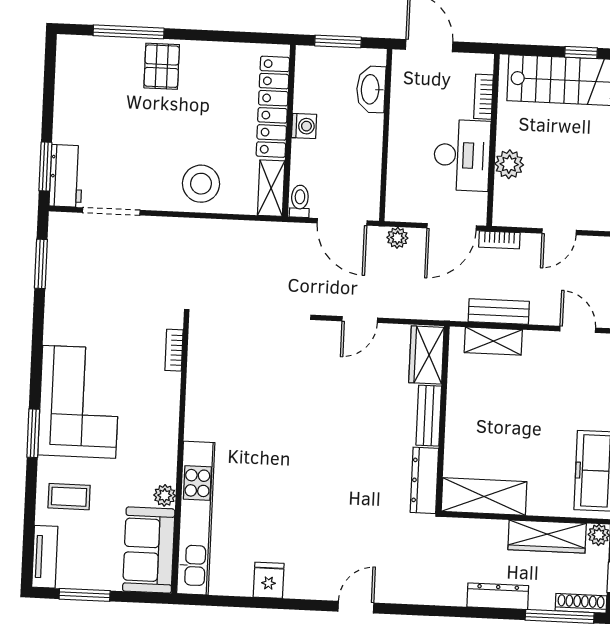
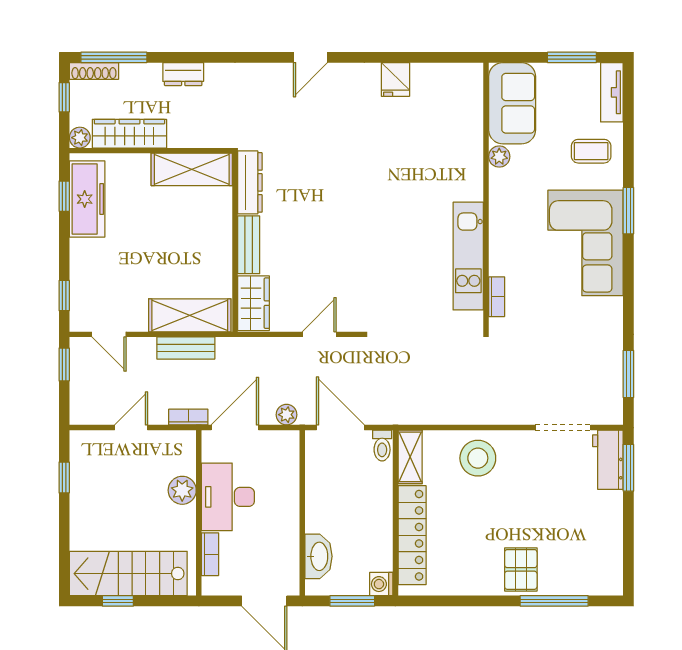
washing machine: (304, 126) -> (381, 584), moved
shelving: (493, 341) -> (190, 315), width x1.50, depth x1.33
kitchen unit: (196, 518) -> (468, 256), moved, width x0.73
dresser: (498, 596) -> (183, 74), width x0.70

